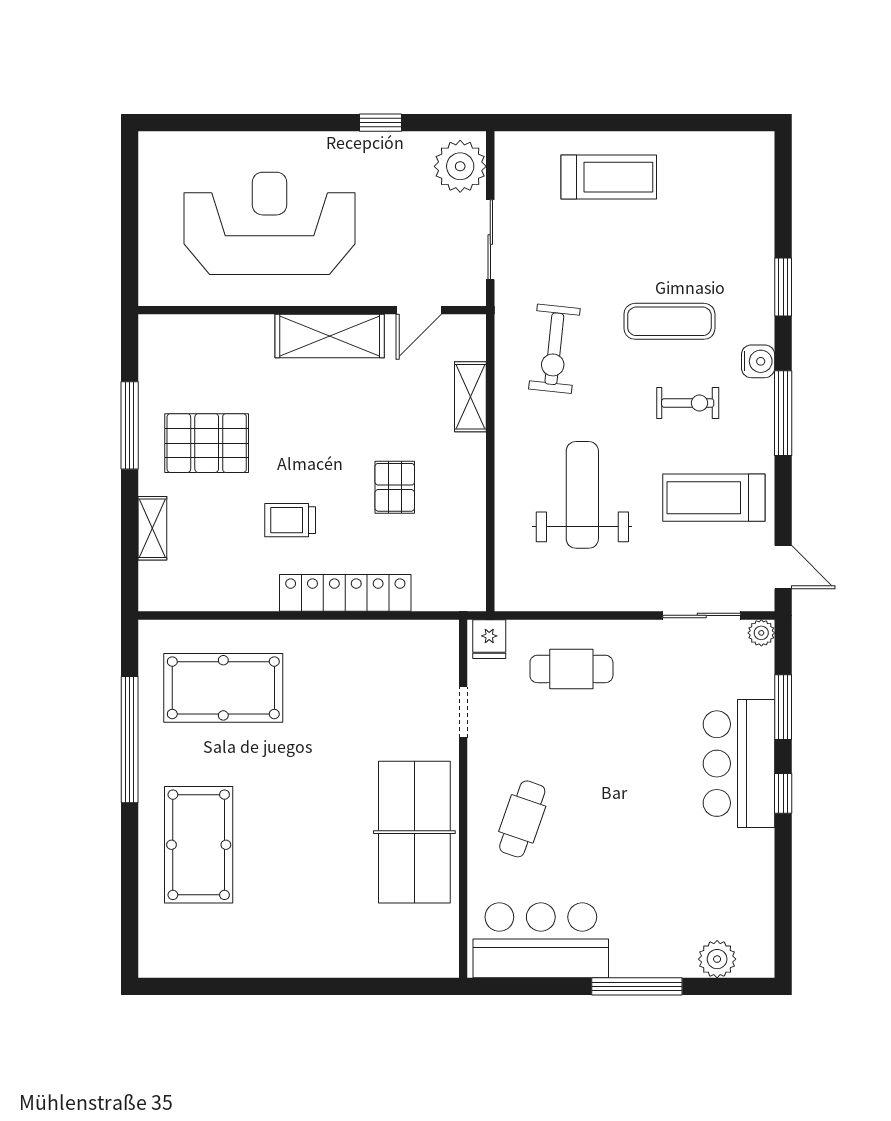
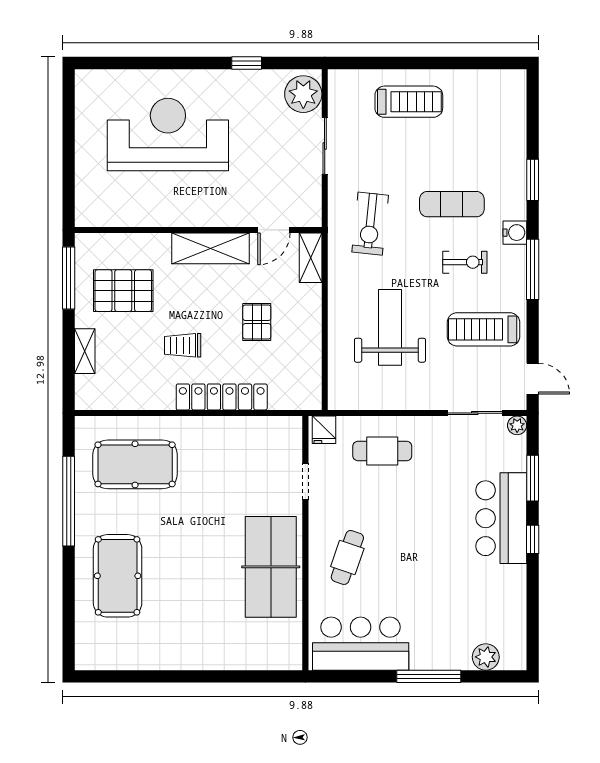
wall: (312, 310) -> (198, 230), moved
door: (419, 310) -> (274, 230), moved
shelving: (330, 336) -> (211, 248), moved

